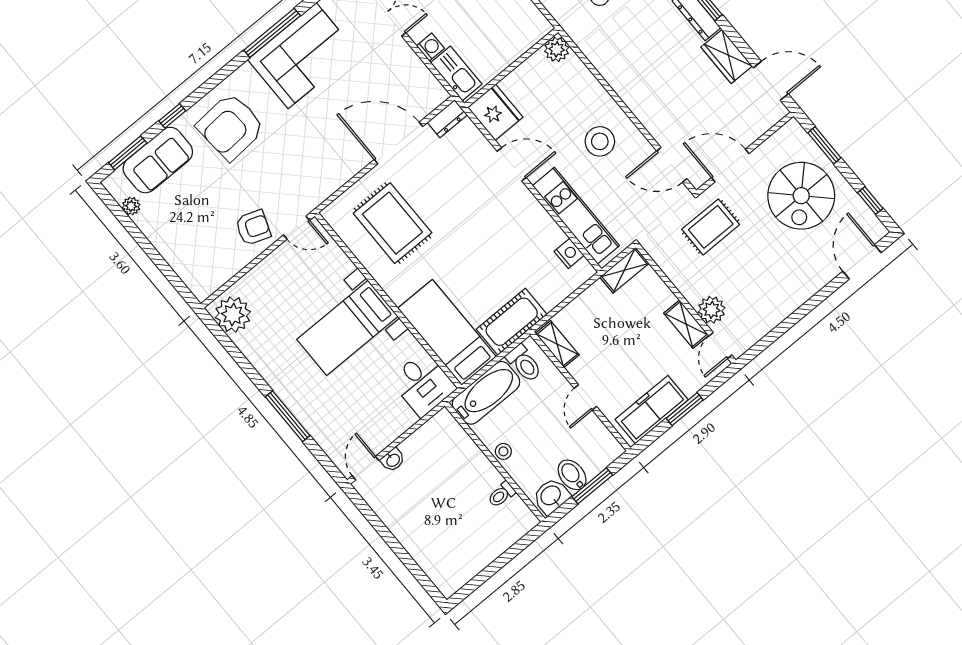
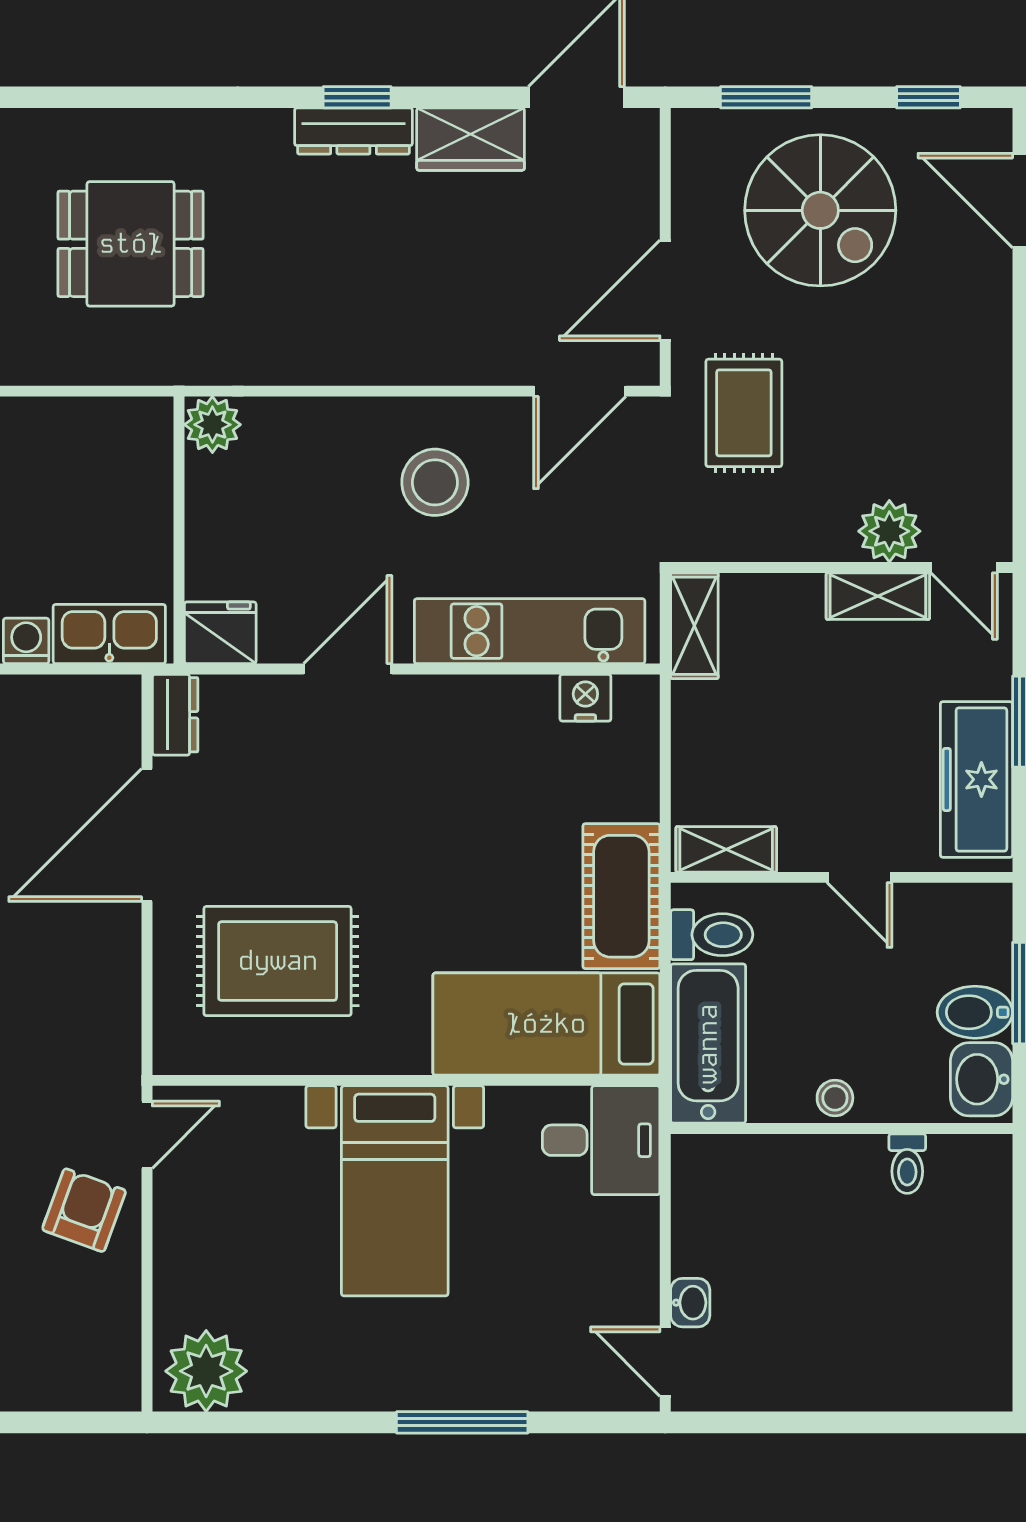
fridge: (495, 112) -> (220, 633), width x0.73, depth x0.75

